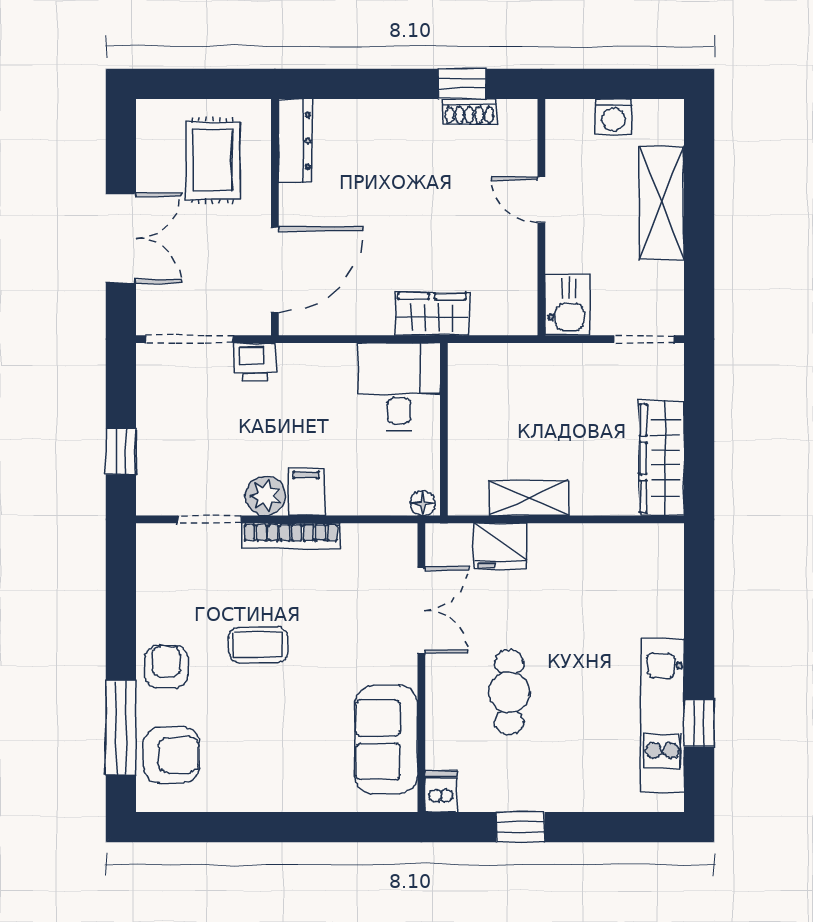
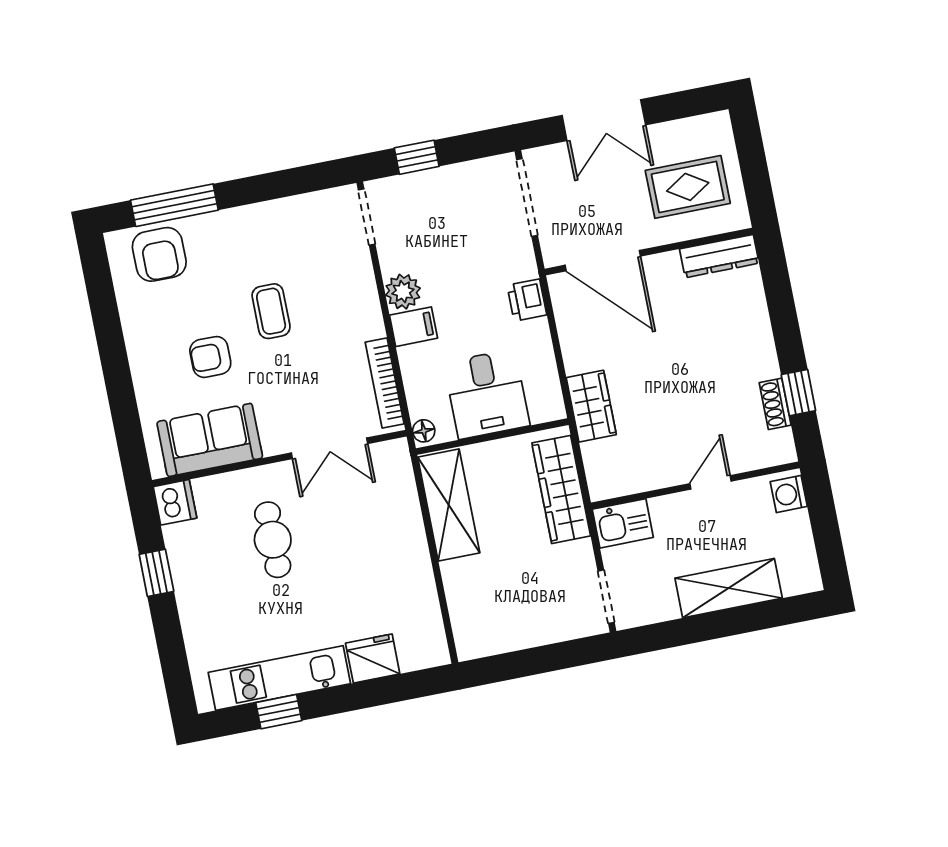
washing machine: (614, 117) -> (789, 494), moved
printer: (255, 362) -> (527, 300), moved
desk: (399, 387) -> (487, 394), moved, turned 90
wardrobe: (662, 458) -> (561, 489), moved, turned -90
shelving: (529, 498) -> (449, 505), width x1.50, depth x1.33
doorway: (210, 519) -> (367, 217), moved
bookcase: (291, 536) -> (385, 383), moved
fridge: (500, 546) -> (373, 658), moved, turned 90
armchair: (166, 667) -> (210, 357), moved, turned 180
cafe table: (509, 692) -> (273, 540), turned 90
dishwasher: (441, 792) -> (175, 502), width x1.38

